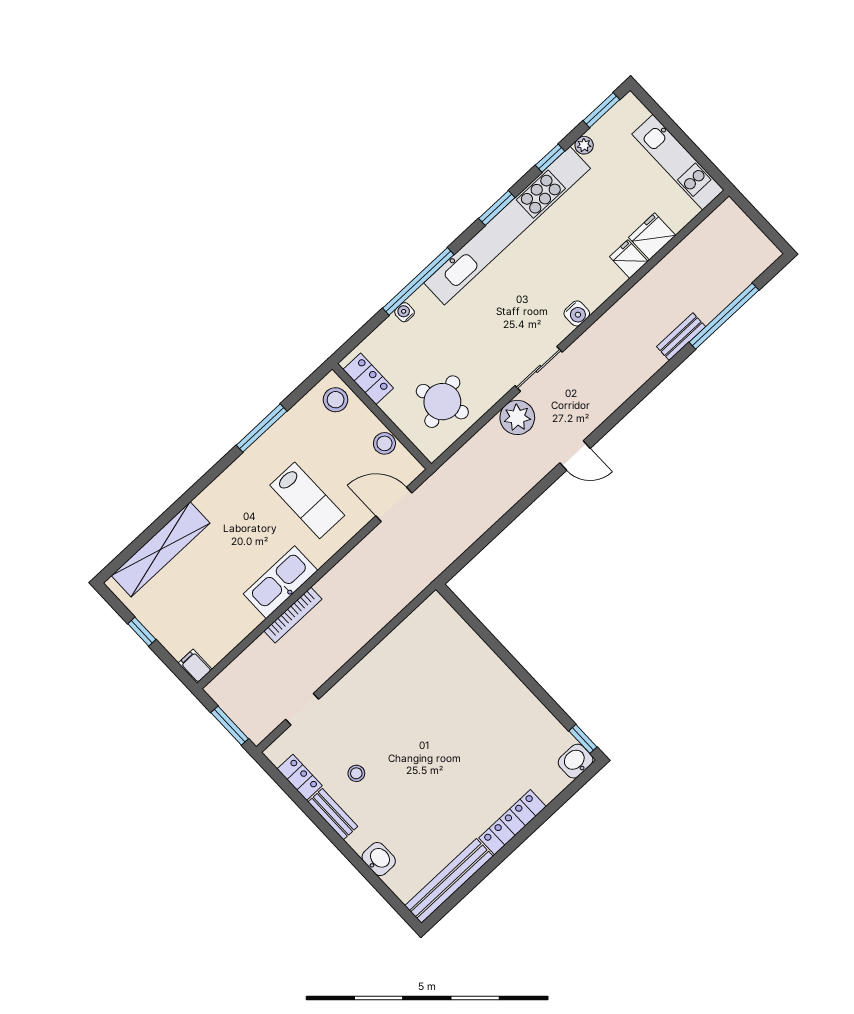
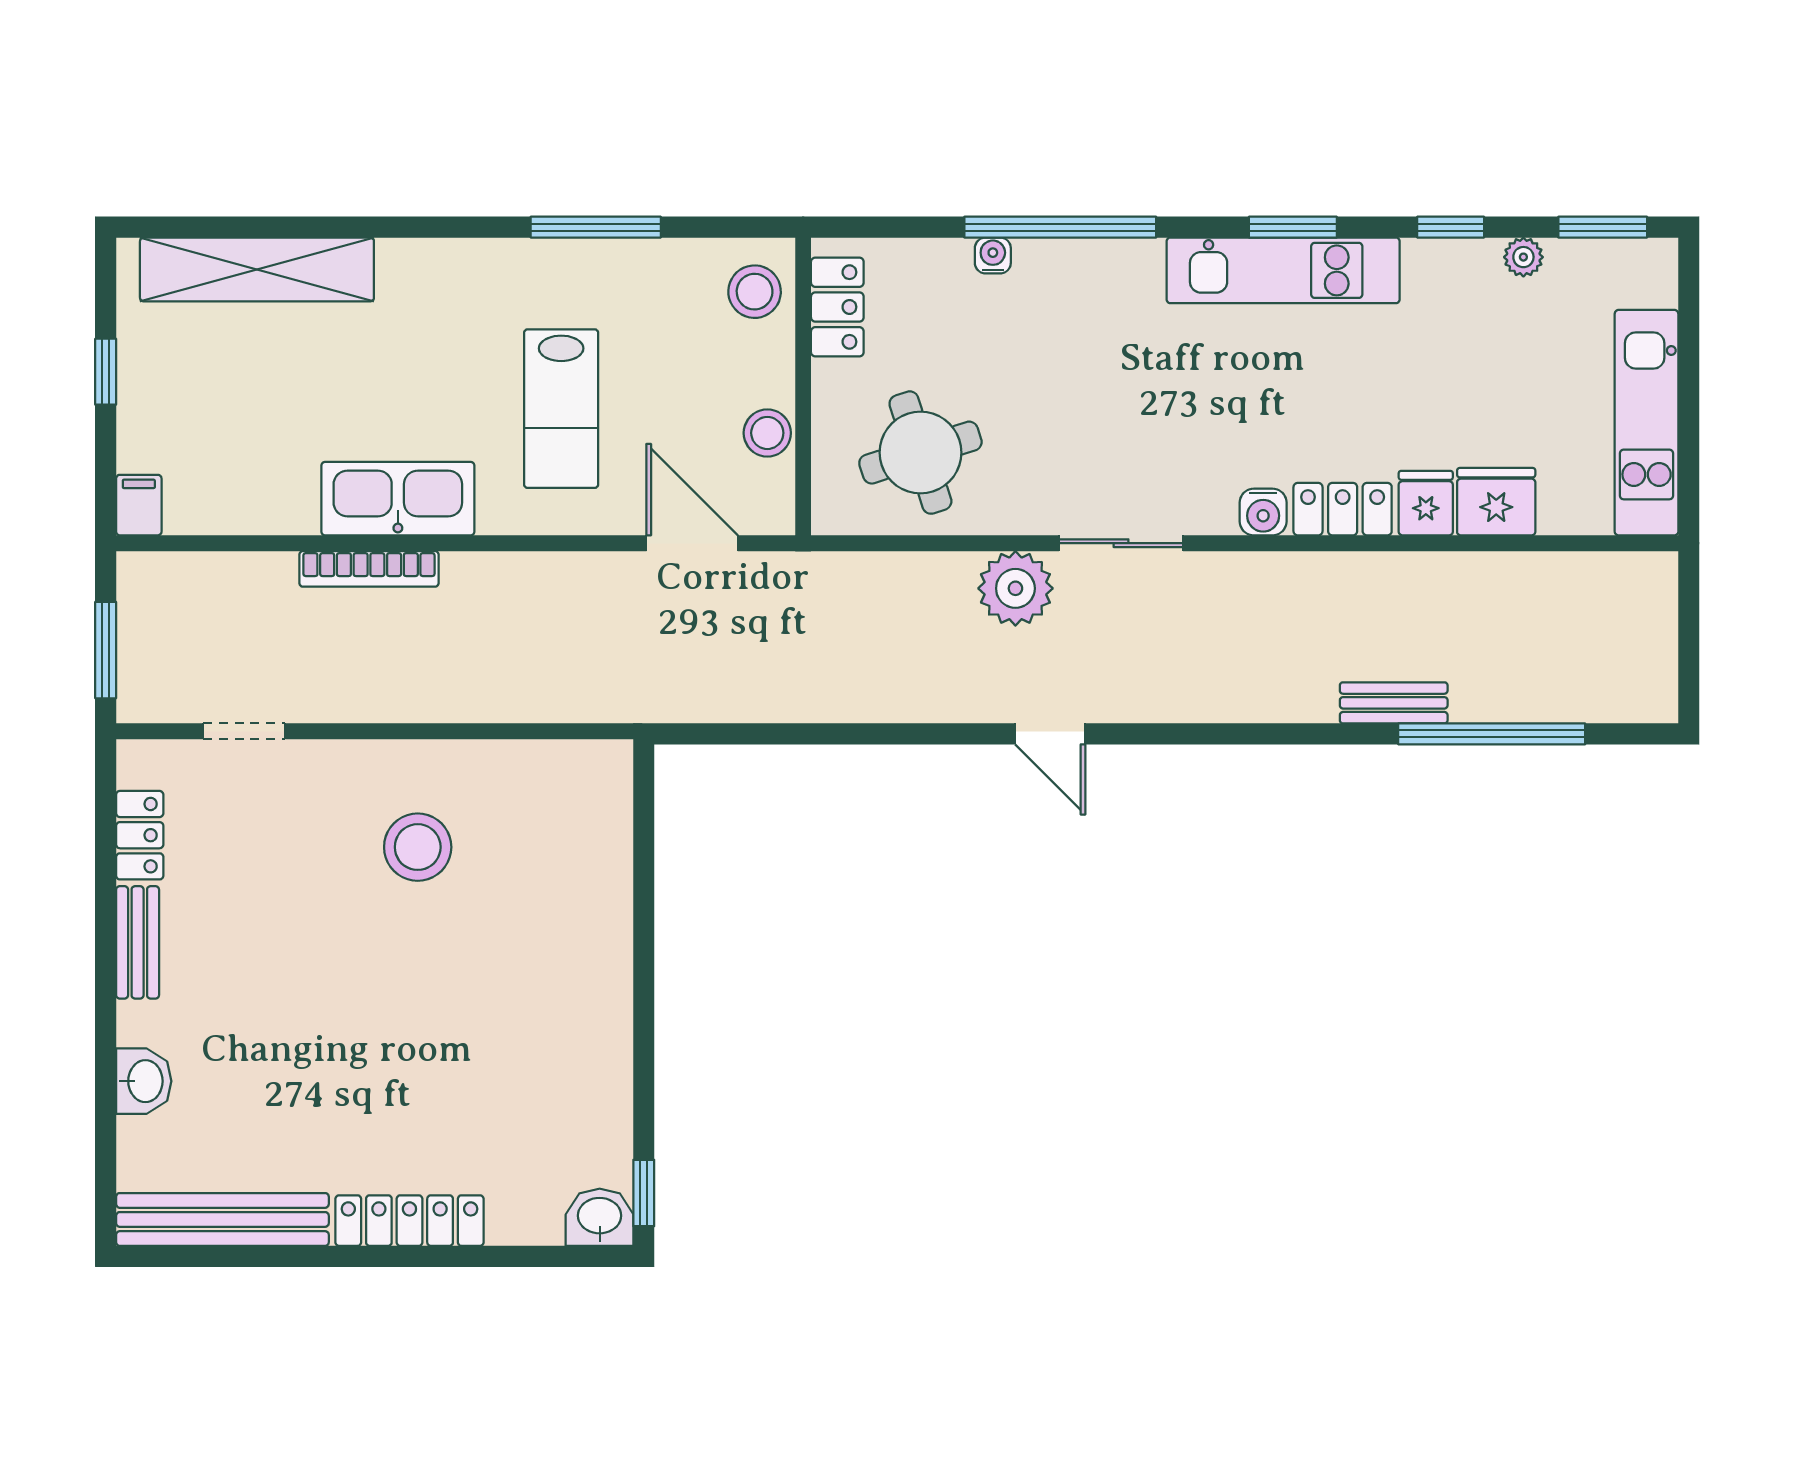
kitchen unit: (507, 226) -> (1283, 270), width x0.54
locker: (603, 287) -> (1343, 509), added
stool: (356, 773) -> (418, 847), moved, width x1.89, depth x1.89

